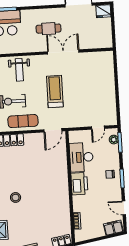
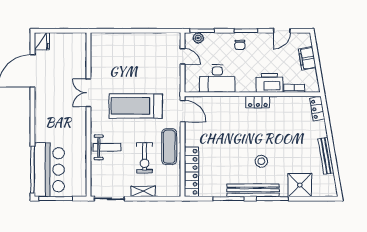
cafe table: (49, 29) -> (59, 109), removed
double door: (63, 52) -> (88, 93), width x0.73
treadmill: (55, 92) -> (136, 106), width x1.37, depth x1.38
printer: (79, 184) -> (270, 83), moved
locker: (64, 192) -> (258, 102), added
filing cabinet: (113, 228) -> (307, 58), moved

